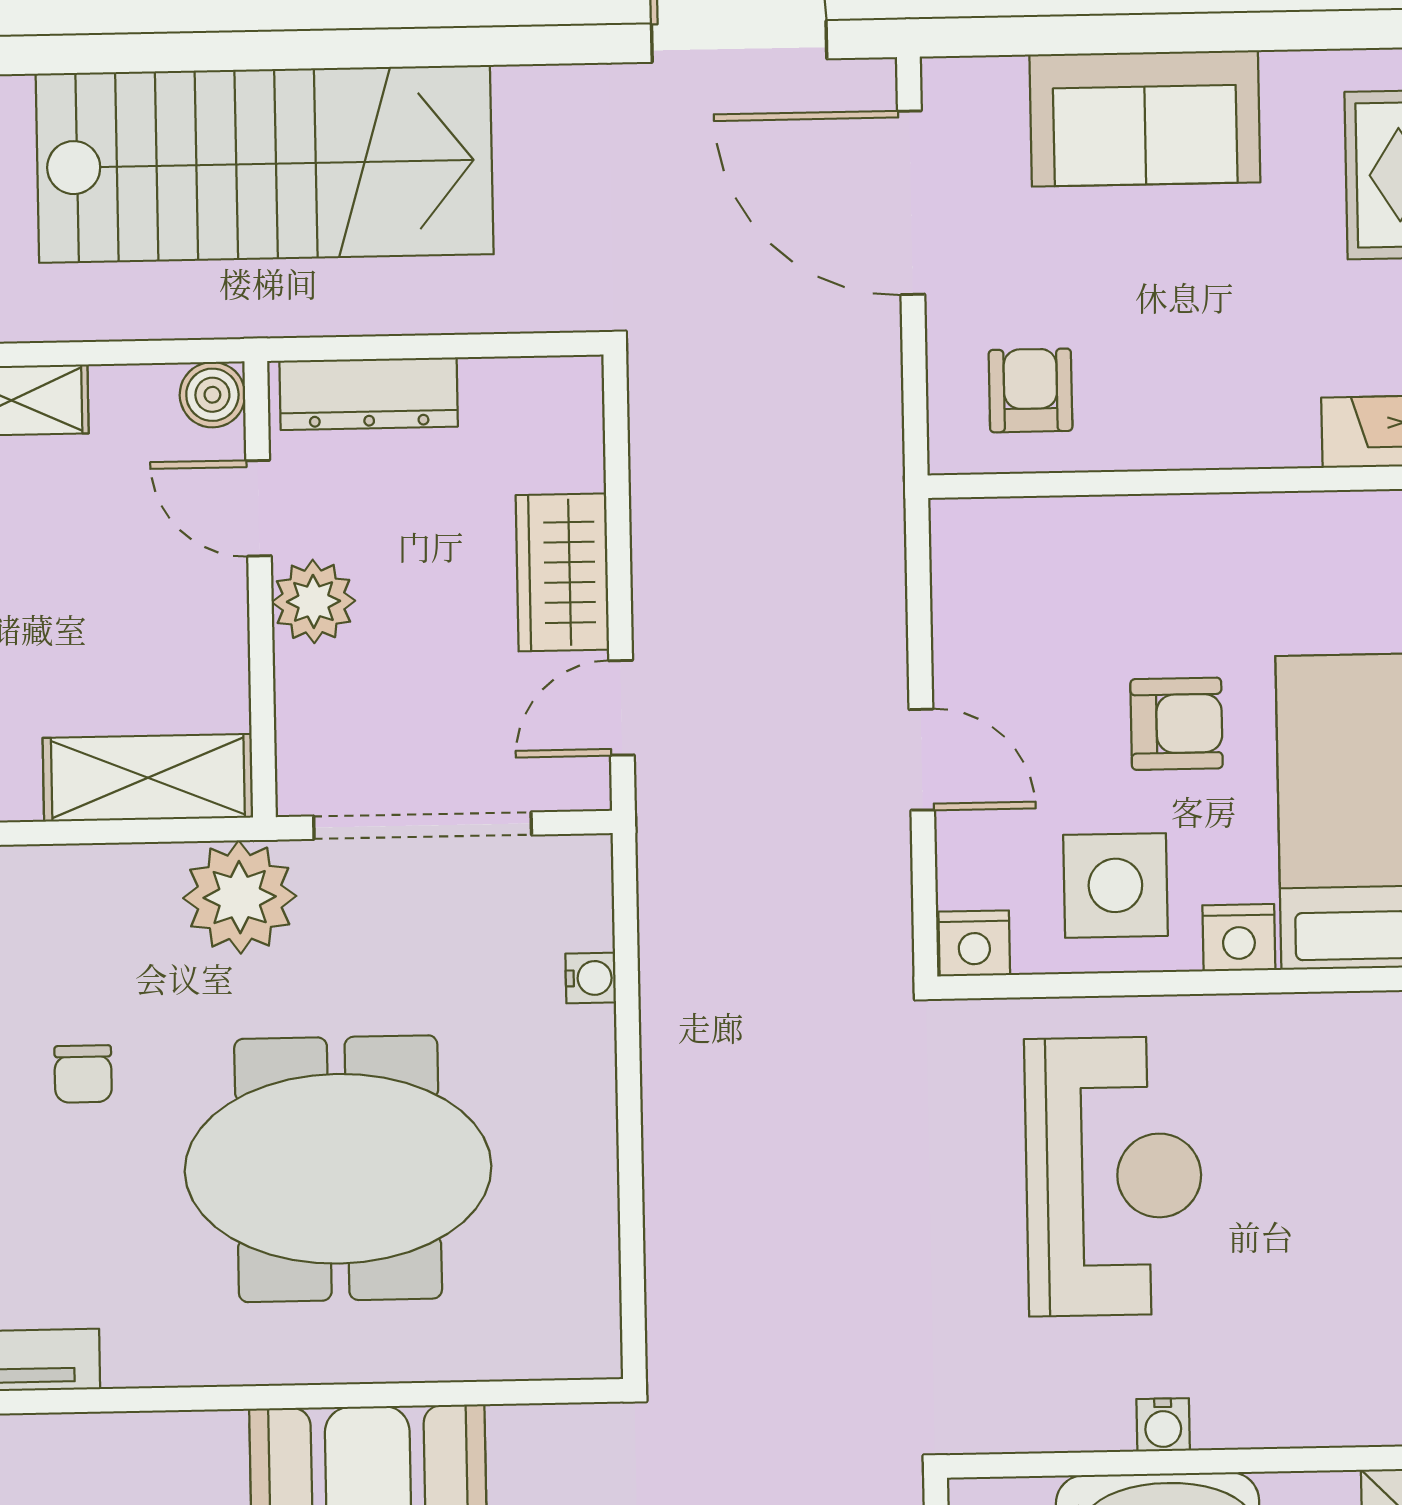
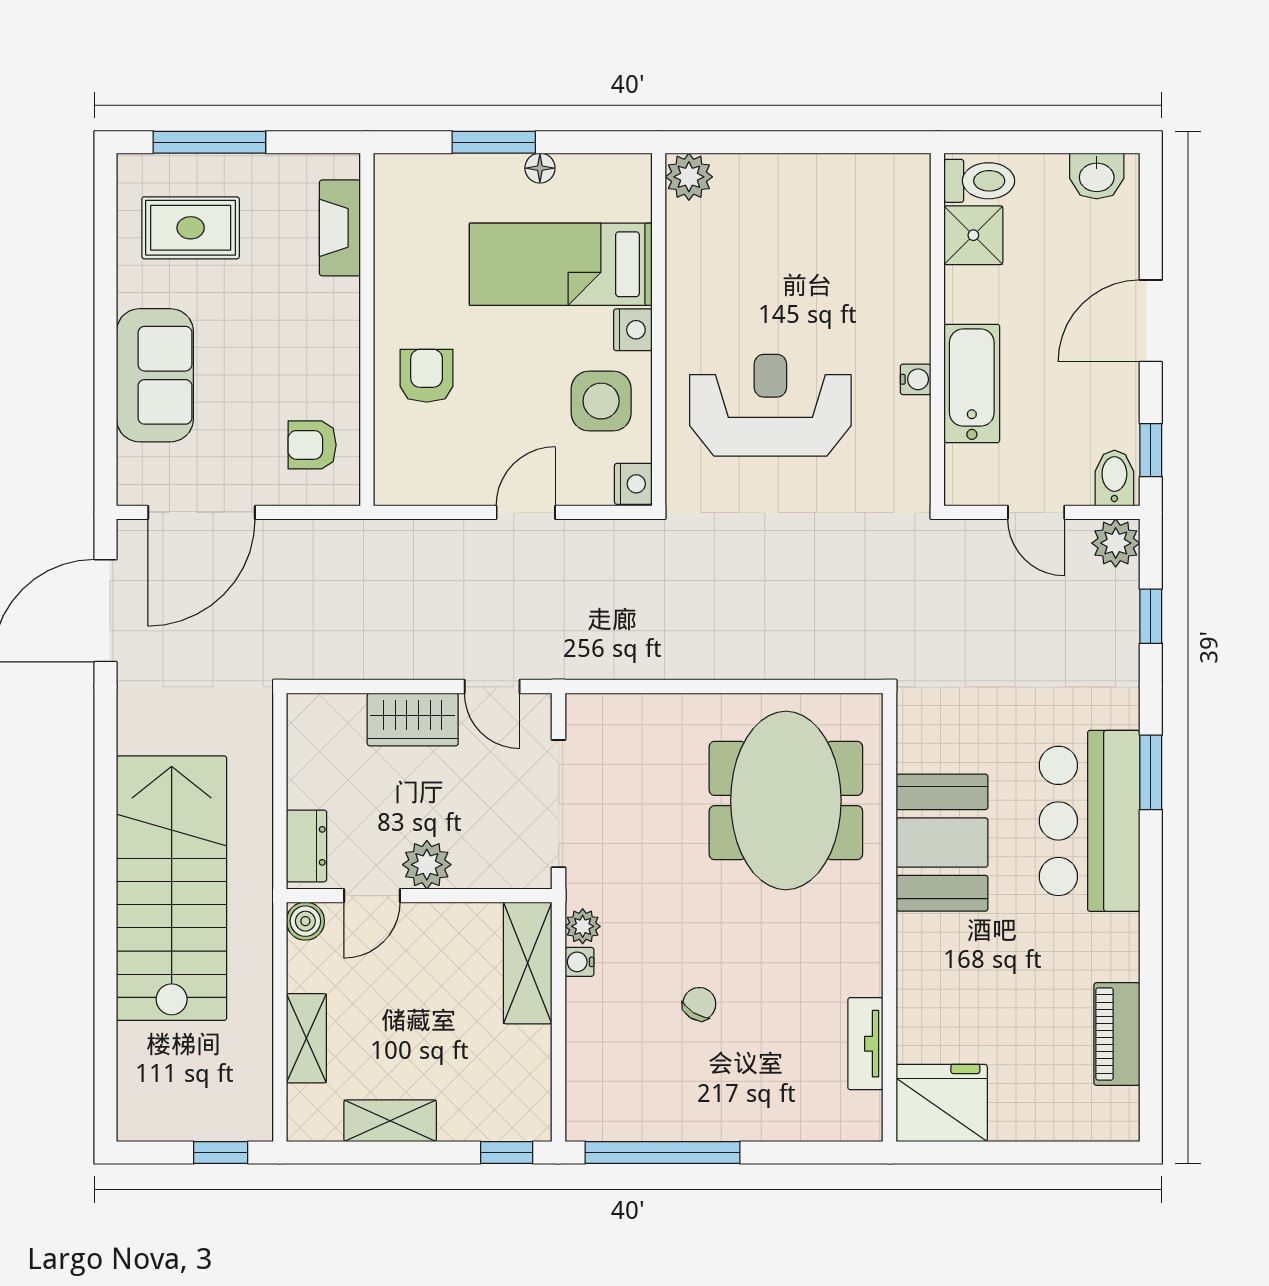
dresser: (369, 394) -> (307, 846), width x0.70
armchair: (1177, 724) -> (427, 376), moved
plant: (240, 897) -> (583, 926), width x0.53, depth x0.53
water cooler: (591, 978) -> (580, 962), moved, turned -90
chair: (83, 1074) -> (699, 1004), turned -58
meeting table: (338, 1169) -> (786, 801), moved

